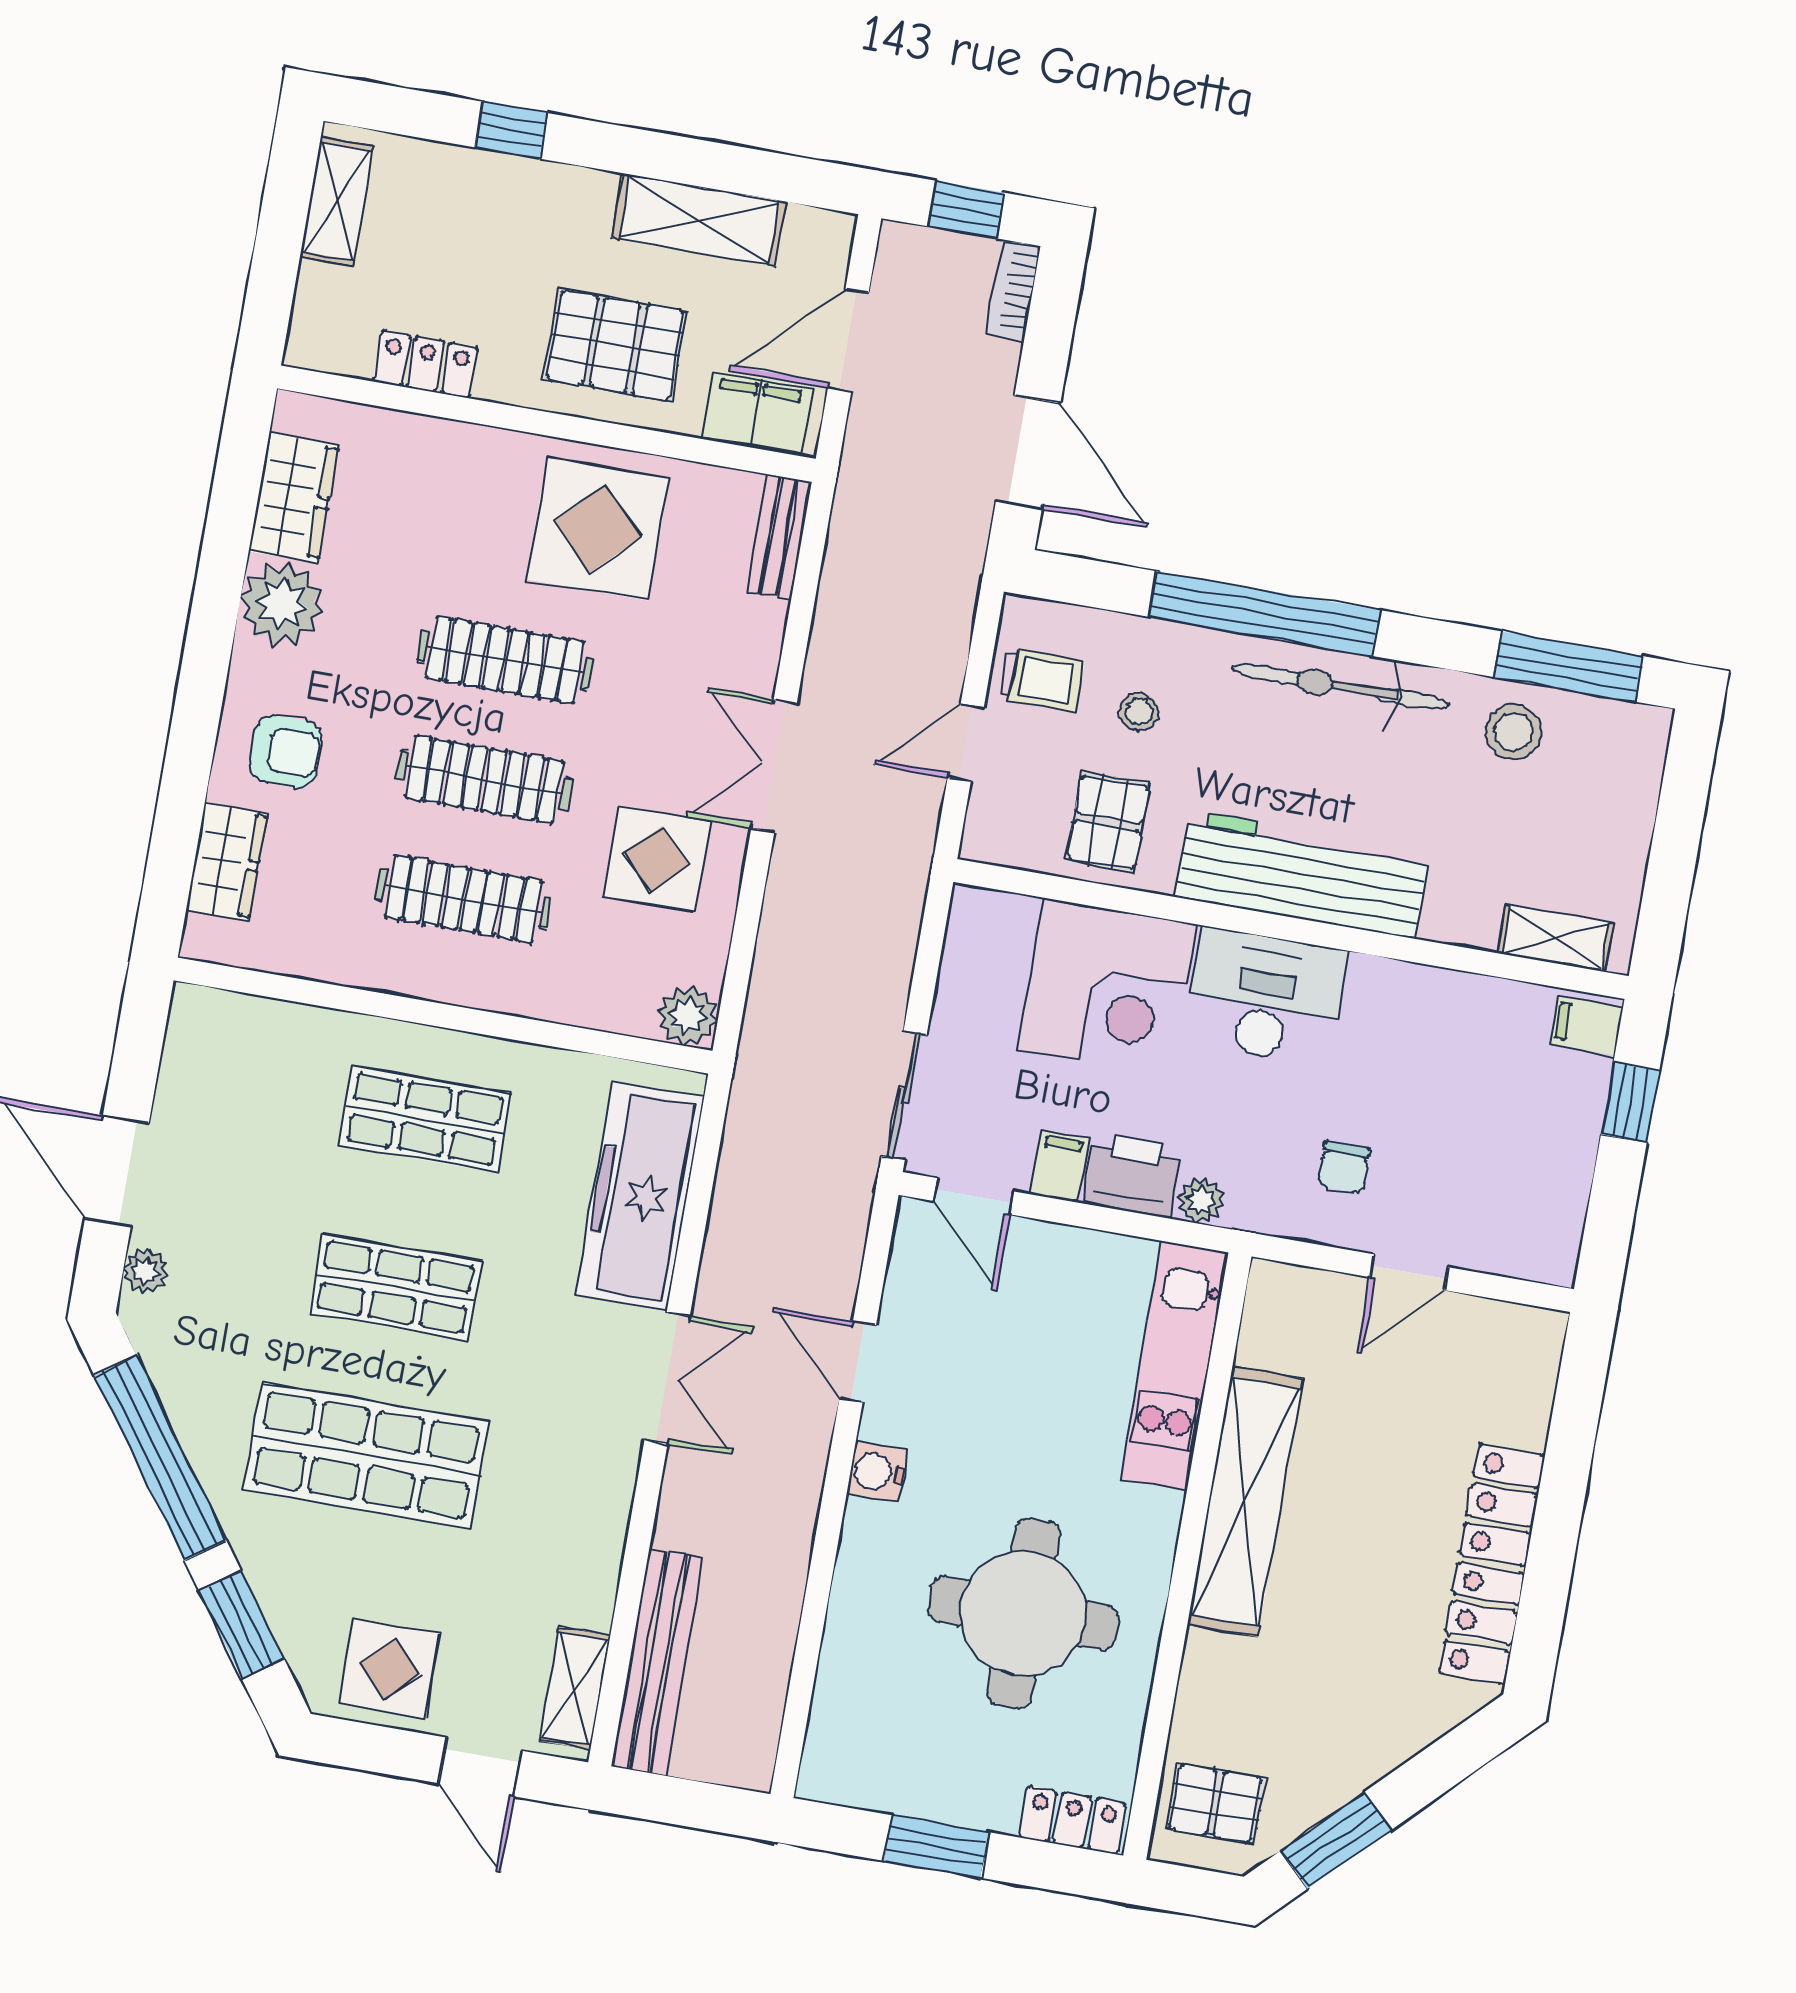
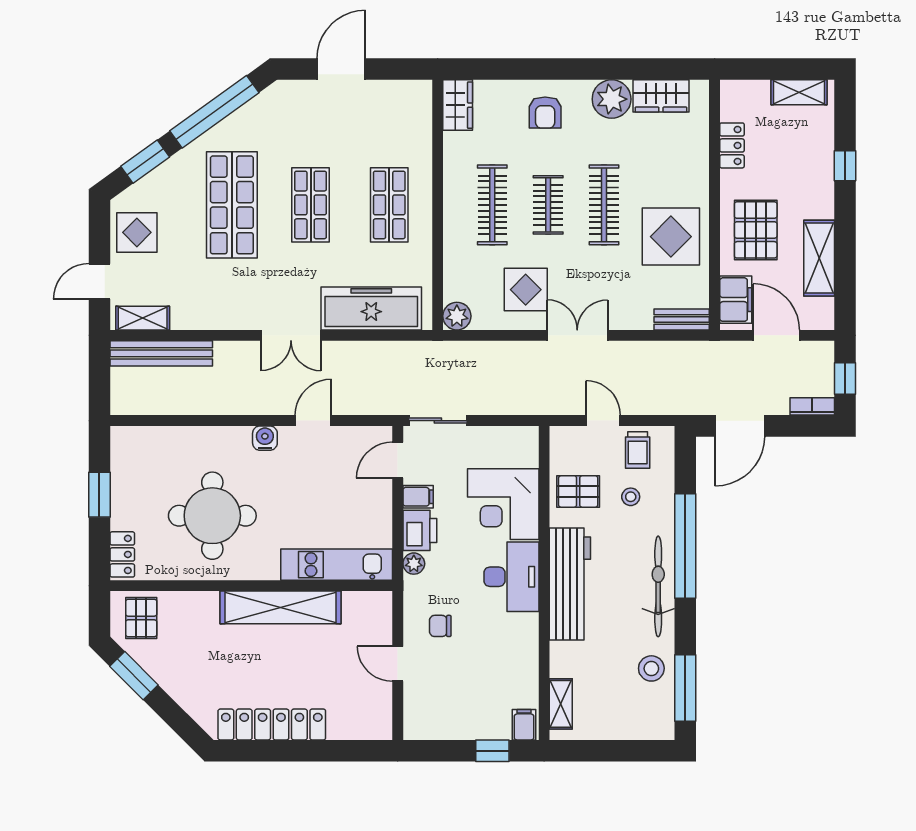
clothes rail: (484, 779) -> (548, 205), width x0.73
wardrobe: (227, 861) -> (458, 105), moved, turned -90
plant: (146, 1271) -> (298, 90), removed

